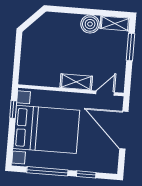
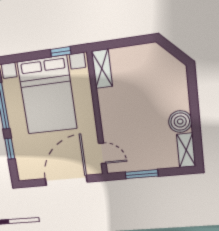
window: (131, 47) -> (142, 174), moved
shelving: (76, 82) -> (102, 69), moved

